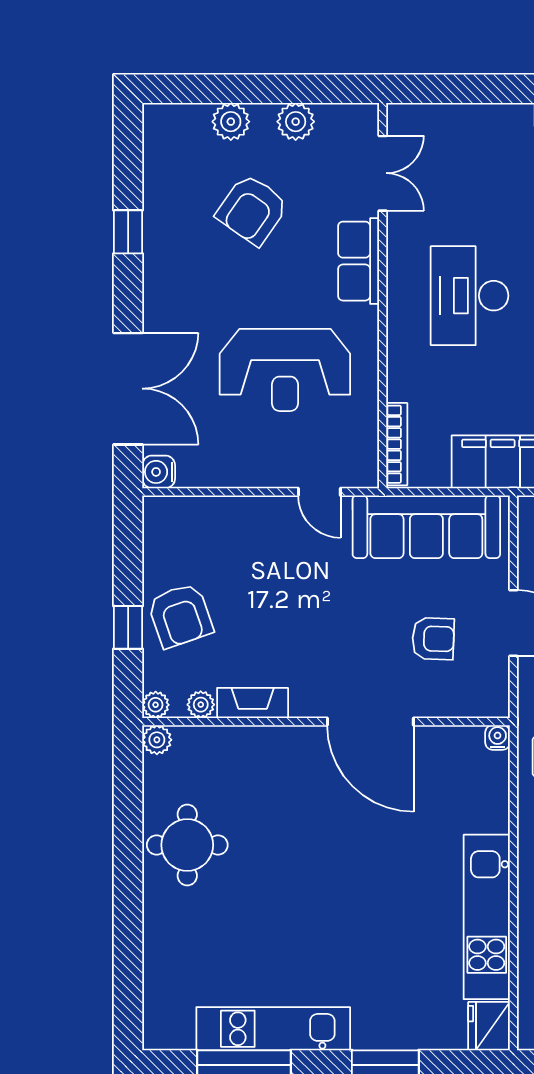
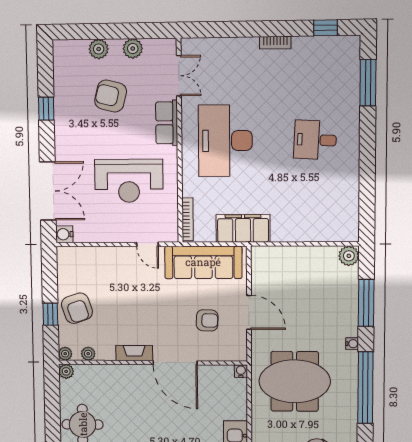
armchair: (252, 210) -> (111, 96), turned 69
desk: (470, 296) -> (225, 141), width x1.36, depth x1.30
fireplace: (253, 703) -> (134, 353), moved

